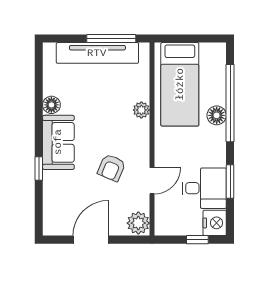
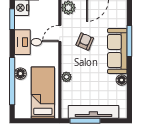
sofa: (58, 142) -> (117, 51), width x1.36
window: (39, 169) -> (129, 41), width x2.17
window: (230, 182) -> (12, 19), moved
desk: (204, 188) -> (28, 42), moved

